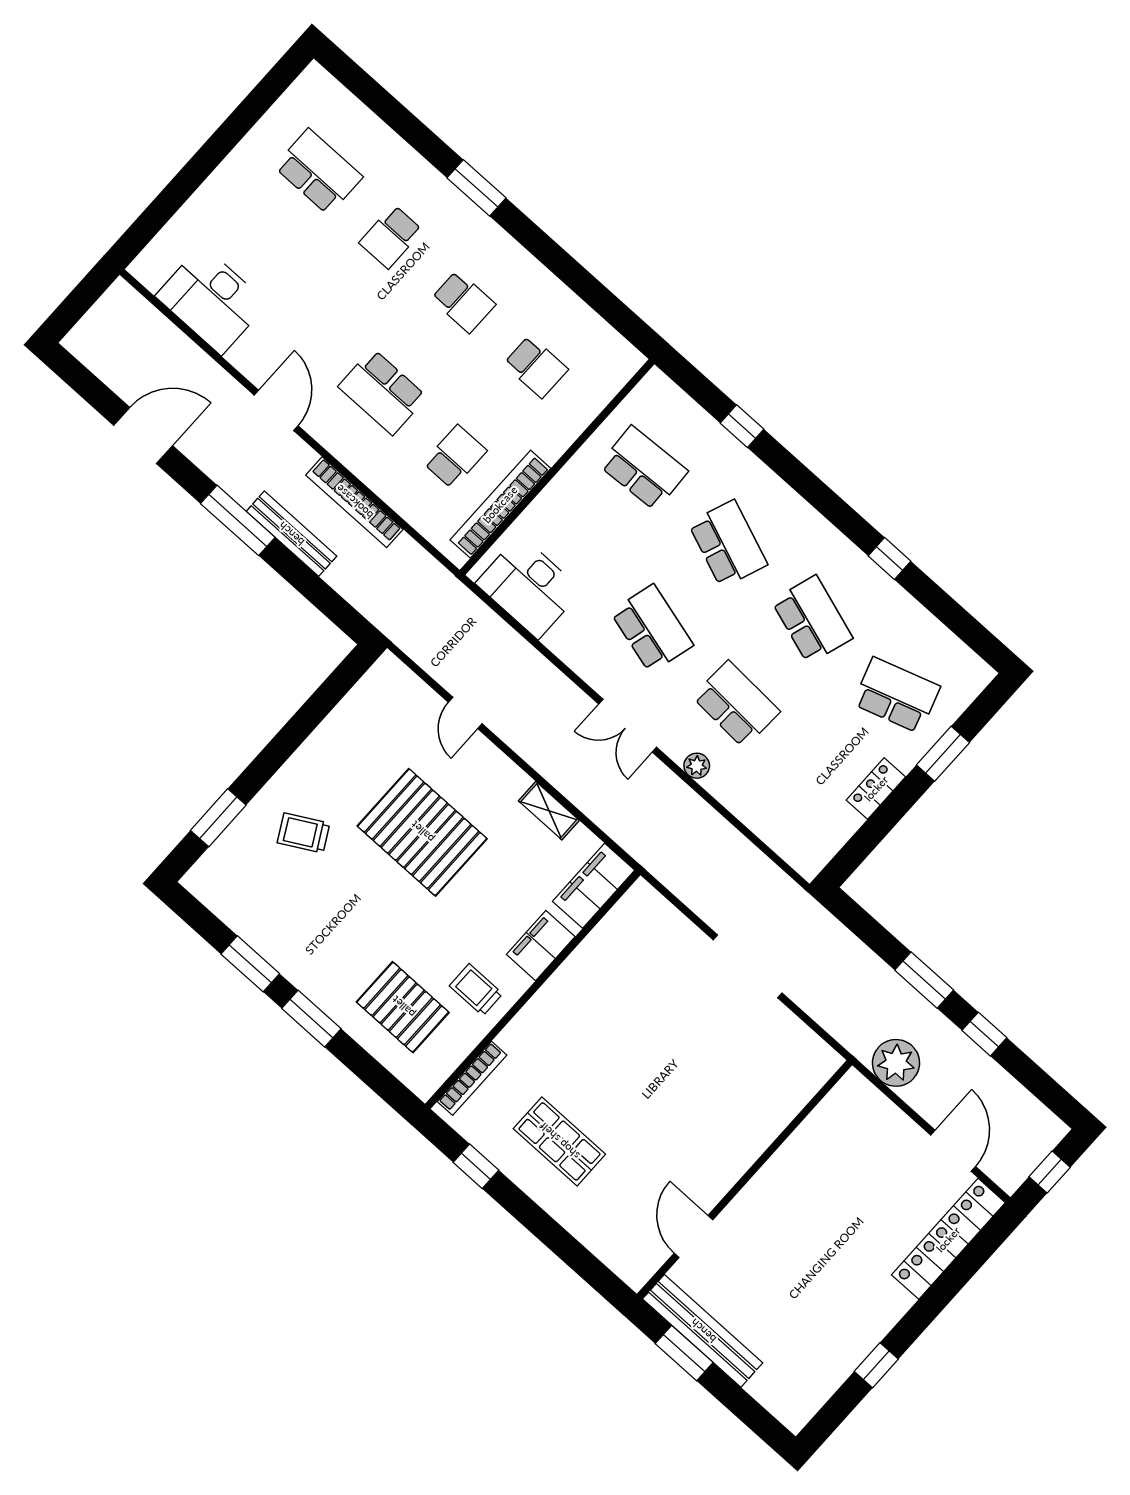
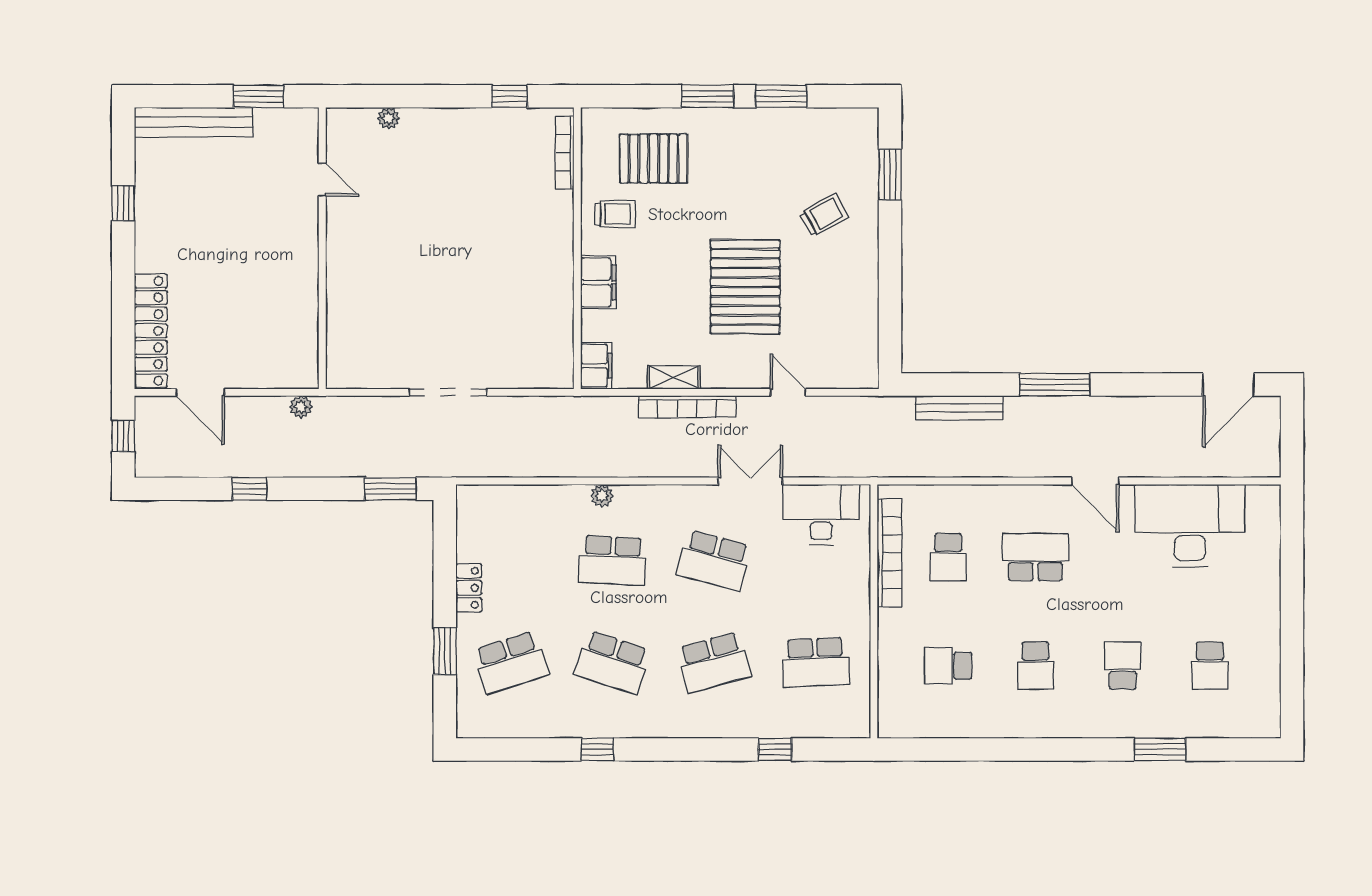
school desk: (318, 172) -> (1210, 666), width x0.54
window: (476, 188) -> (1160, 749), moved
desk: (212, 300) -> (1190, 526), width x1.36, depth x1.30
school desk: (463, 302) -> (1035, 666), turned -90
door: (143, 436) -> (1228, 385), moved
bookcase: (354, 502) -> (687, 407), moved, turned 180
bench: (291, 534) -> (959, 408), moved
school desk: (728, 544) -> (714, 662), turned -36
double door: (628, 726) -> (750, 481), moved
pallet: (422, 832) -> (745, 287), turned 90
filing cabinet: (594, 886) -> (596, 366), width x0.67, depth x0.86
window: (924, 980) -> (390, 489), moved
plant: (896, 1063) -> (301, 407), width x0.53, depth x0.53
shop shelf: (559, 1141) -> (469, 163), removed
door: (693, 1236) -> (322, 180), width x0.73
plant: (593, 1238) -> (389, 118), added
bench: (703, 1331) -> (194, 122), moved

